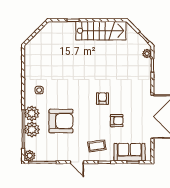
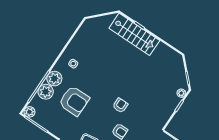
stairs: (101, 31) -> (134, 34), moved

